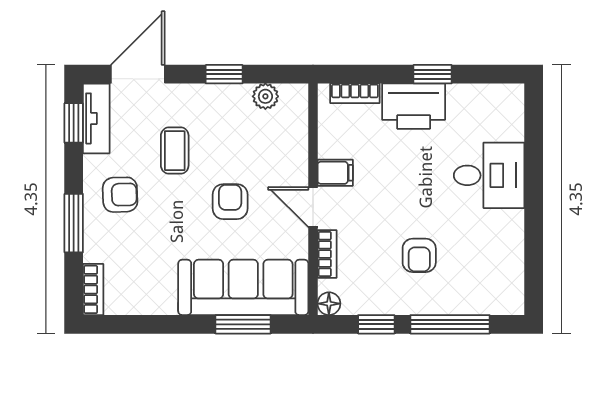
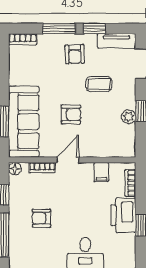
plant: (265, 96) -> (129, 117), moved
window: (74, 123) -> (95, 29), moved
filing cabinet: (335, 173) -> (101, 172), moved

